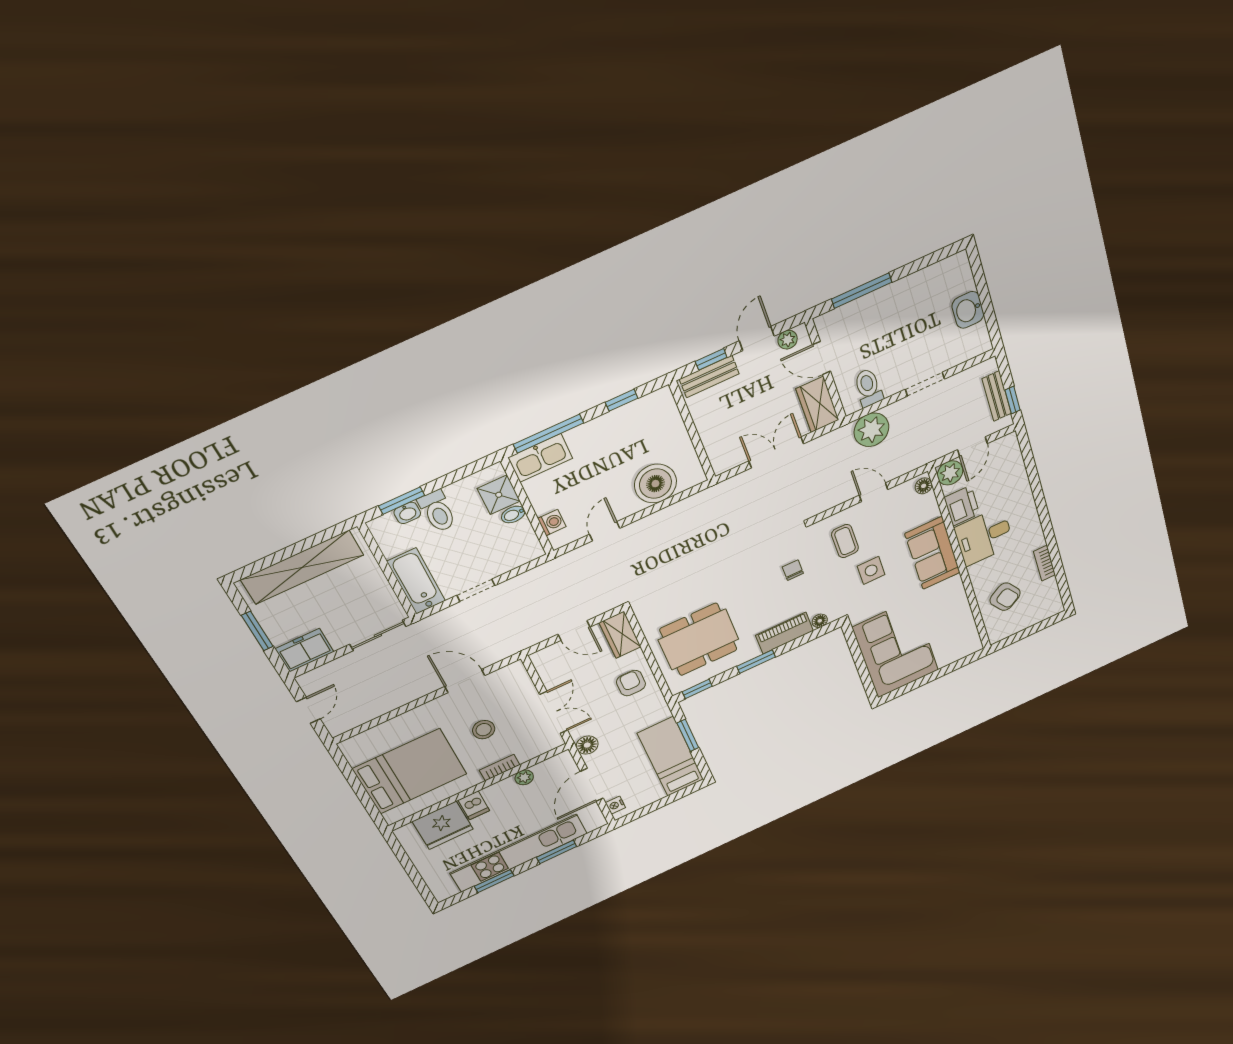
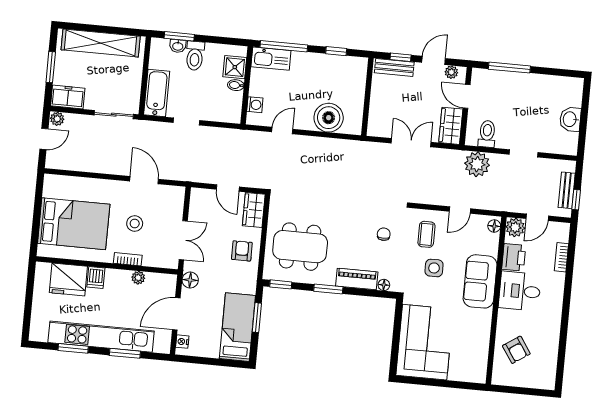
door: (873, 492) -> (460, 210), swing flipped
bookcase: (1044, 563) -> (561, 257), moved
plant: (309, 681) -> (57, 119), added

